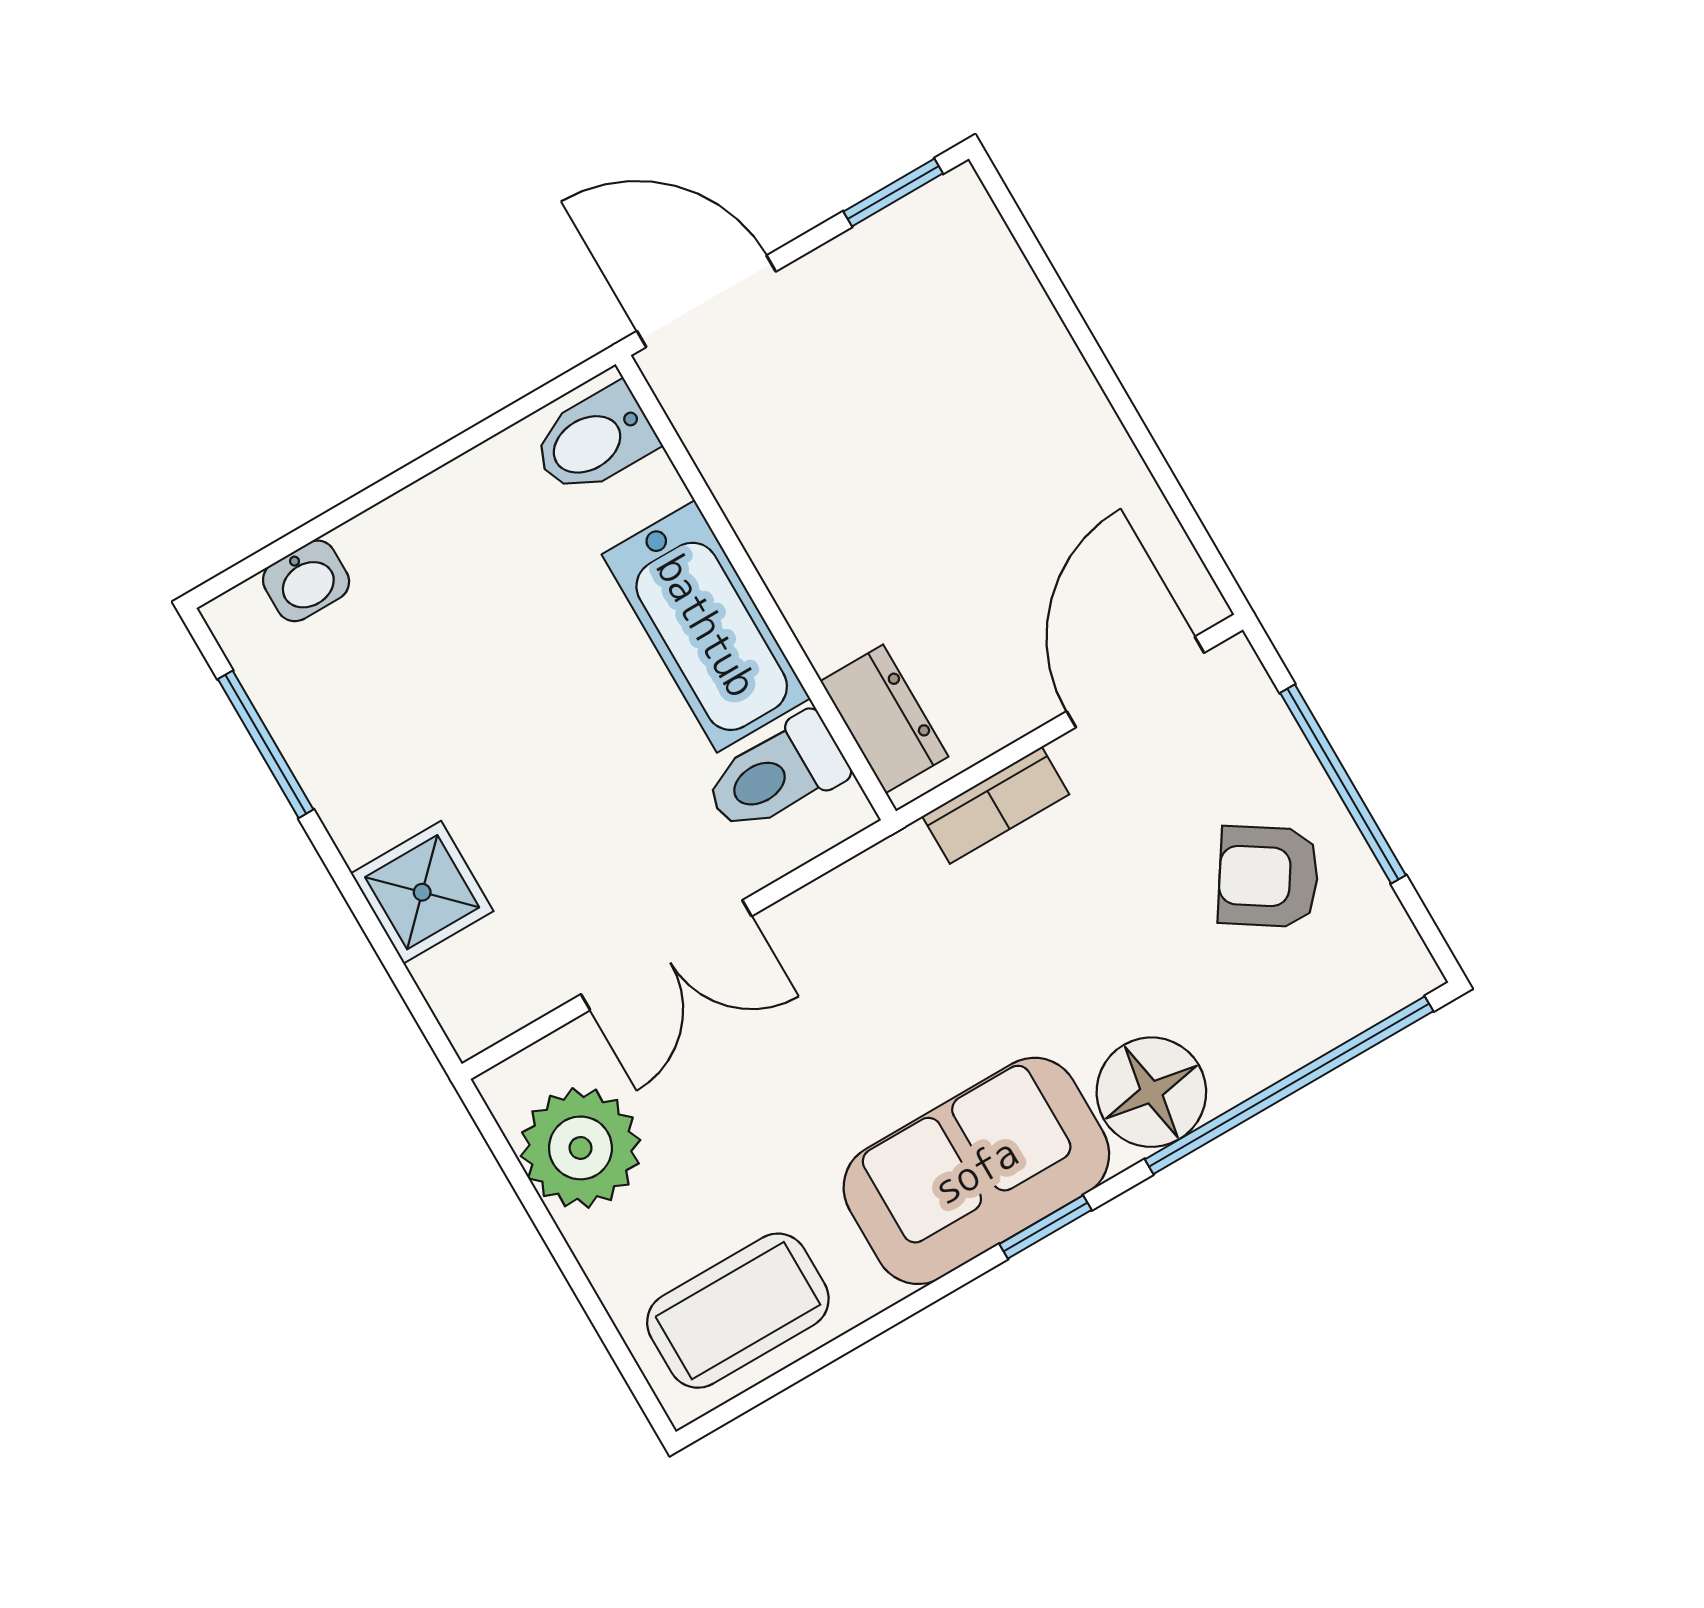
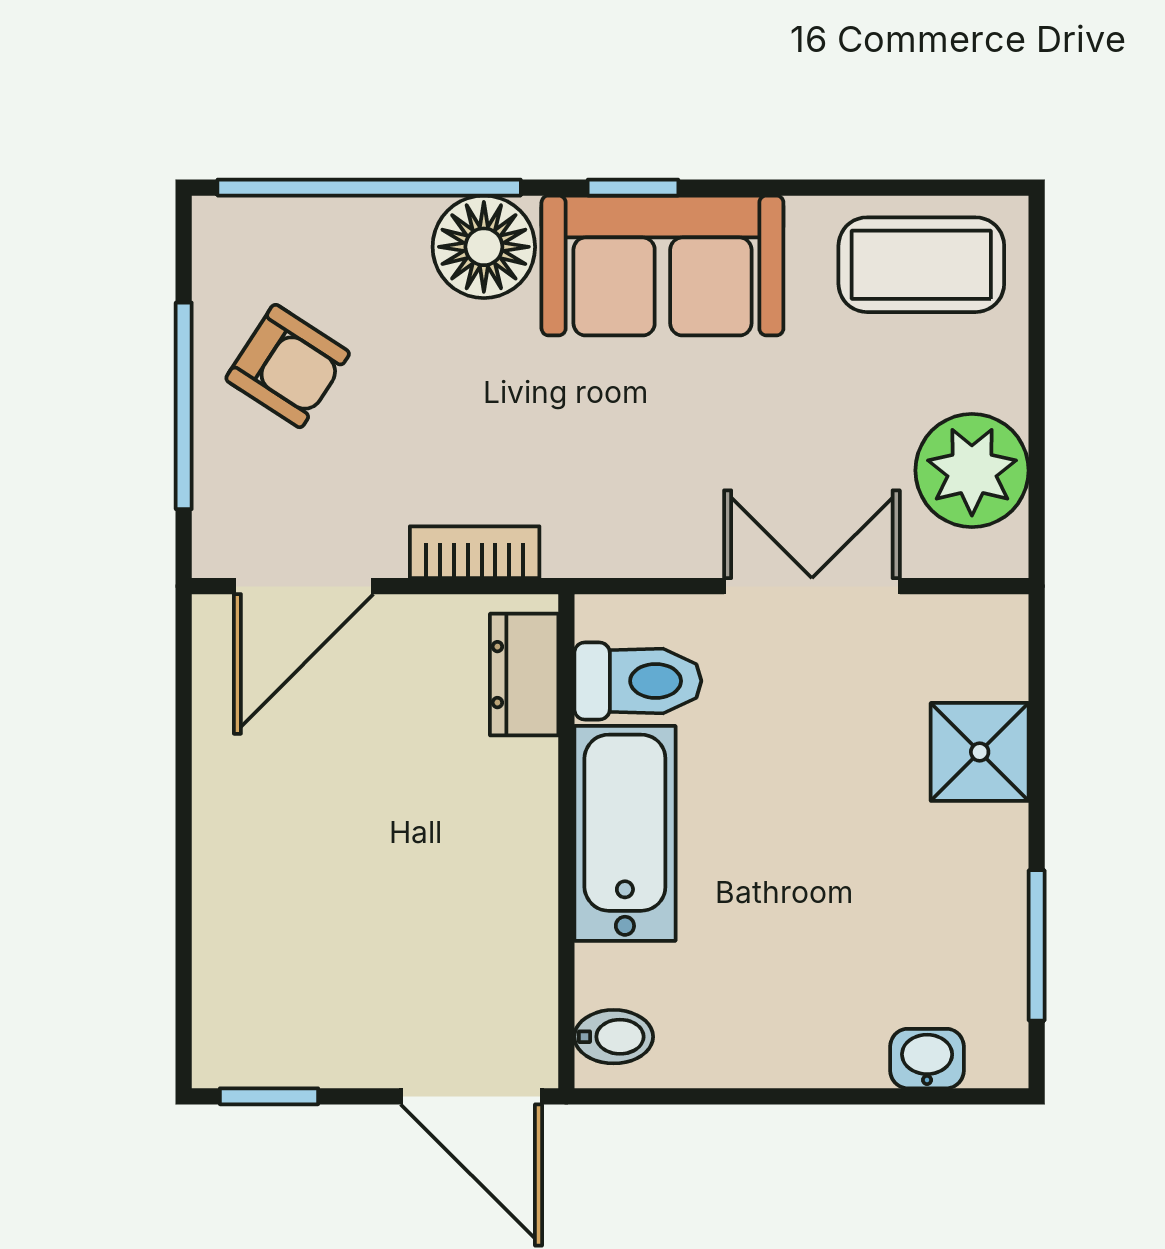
bidet: (594, 440) -> (614, 1037), width x0.72, depth x0.74

